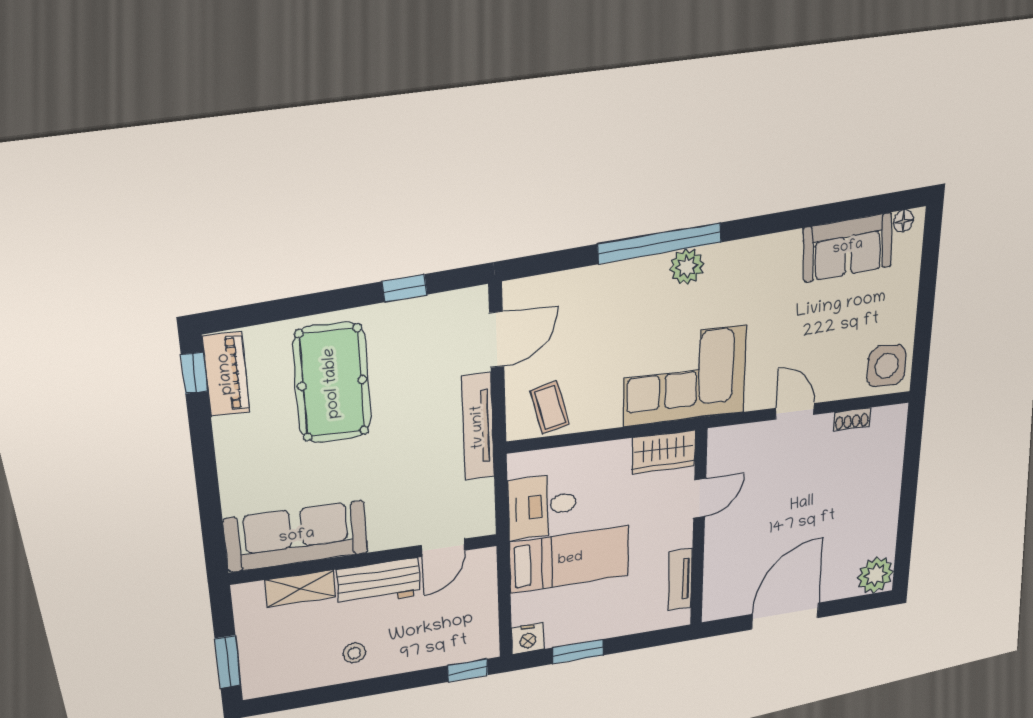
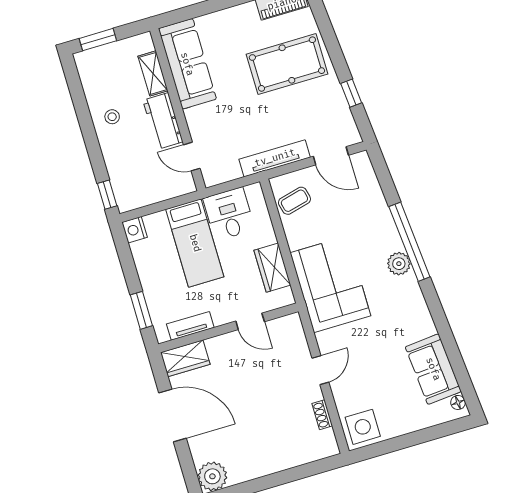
wardrobe: (664, 452) -> (272, 268), moved
wardrobe: (720, 591) -> (185, 358), added
window: (578, 652) -> (141, 310), moved

